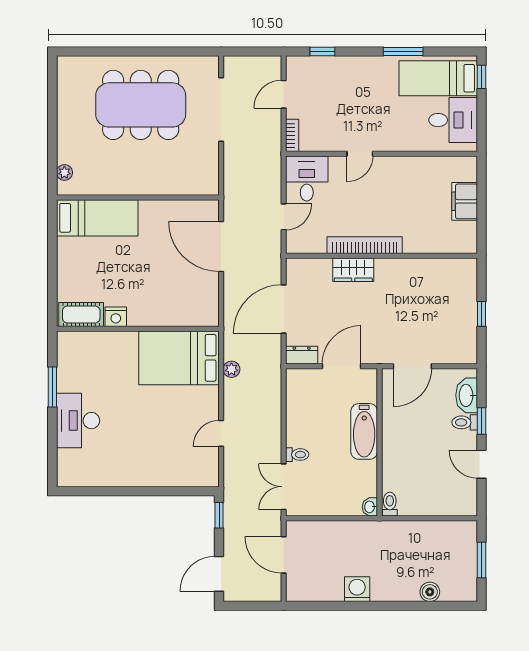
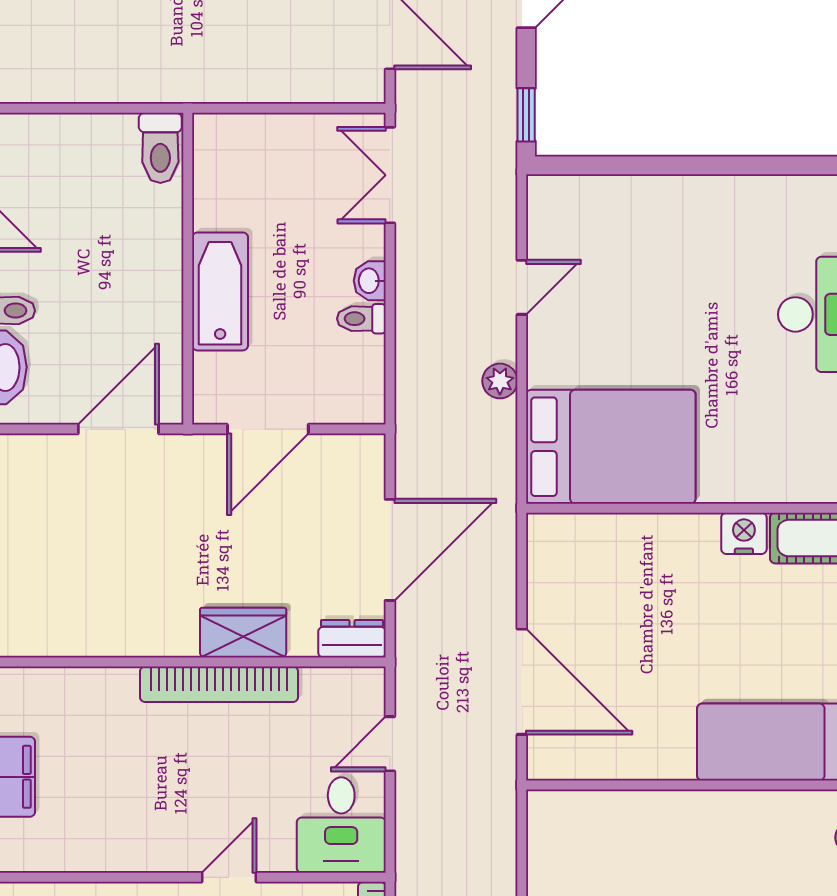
dresser: (302, 355) -> (352, 639), moved, turned 180
plant: (231, 369) -> (500, 381), moved
toilet: (297, 455) -> (361, 319), moved
double door: (284, 487) -> (390, 175), swing flipped
toilet: (390, 504) -> (160, 148), width x1.37, depth x1.39
washbasin: (370, 507) -> (370, 281), moved, turned 180

